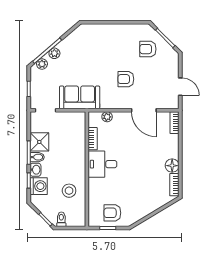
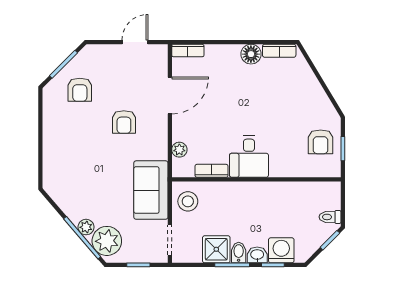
plant: (42, 64) -> (107, 241), width x1.88, depth x1.88
stool: (69, 191) -> (188, 201), moved

